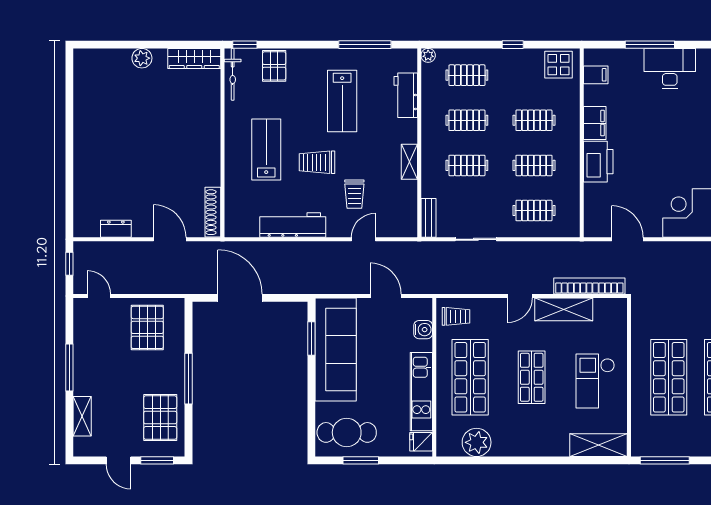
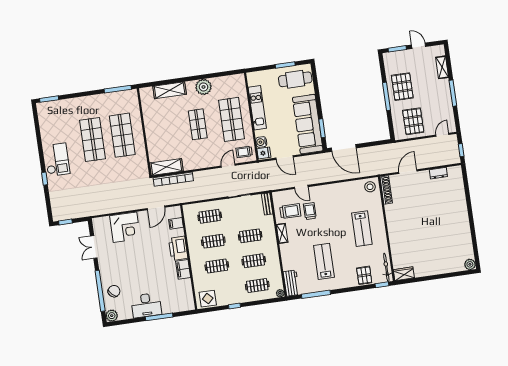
plant: (142, 58) -> (470, 264), moved
wardrobe: (194, 59) -> (404, 274), width x0.67
filing cabinet: (596, 75) -> (176, 223), moved
workbench: (406, 95) -> (291, 283), moved
trolley: (317, 162) -> (290, 211), moved
stool: (241, 222) -> (370, 187), added
workbench: (293, 225) -> (341, 189), removed
door: (170, 239) -> (408, 172), swing flipped
door: (363, 239) -> (301, 187), hinge flipped
door: (627, 239) -> (156, 208), hinge flipped
door: (99, 296) -> (442, 135), swing flipped
door: (520, 296) -> (228, 166), moved
door: (240, 298) -> (344, 148), moved
shelving: (564, 309) -> (166, 167), moved
checkout: (595, 381) -> (162, 127), removed
pallet: (160, 418) -> (402, 87), moved
fridge: (421, 442) -> (264, 153), moved
plant: (477, 442) -> (203, 87), moved
shelving: (598, 445) -> (170, 90), moved

